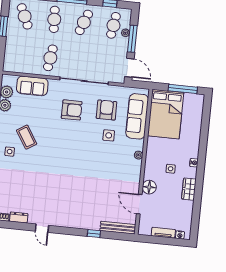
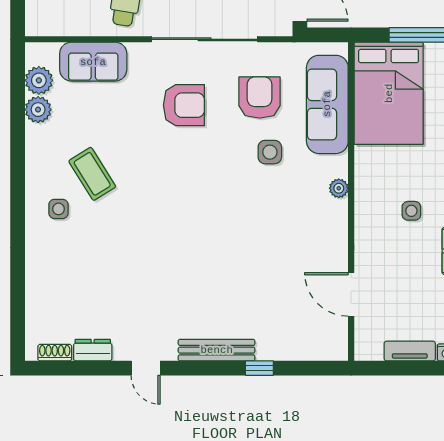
floor lamp: (149, 187) -> (369, 255), removed
bench: (118, 228) -> (217, 350), moved

